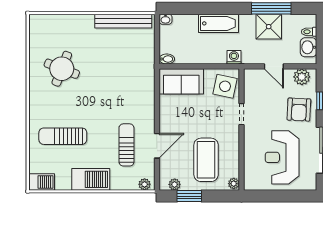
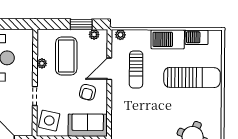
armchair: (182, 119) -> (87, 92), added
sun lounger: (63, 136) -> (192, 77), width x1.36, depth x1.34
barbecue: (42, 182) -> (197, 37), moved
plant: (234, 184) -> (42, 63), moved

